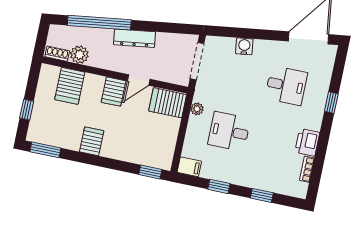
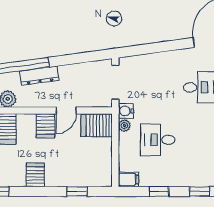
dresser: (135, 38) -> (39, 76), moved
water cooler: (244, 46) -> (126, 111), moved, turned -82
window: (150, 172) -> (77, 191), moved

